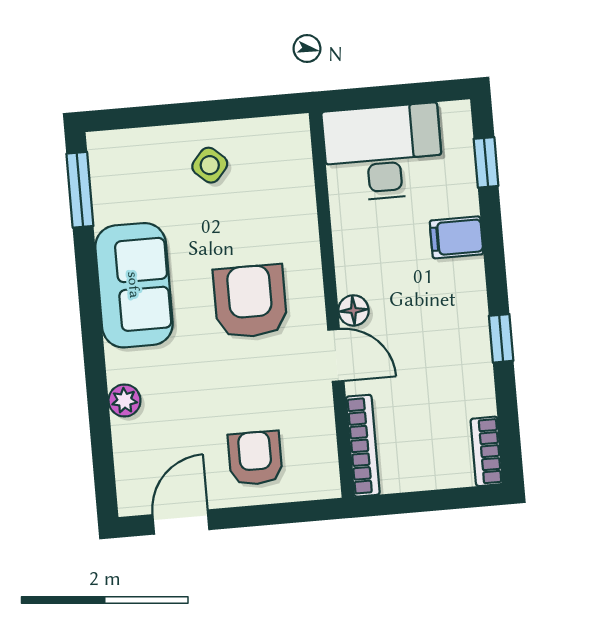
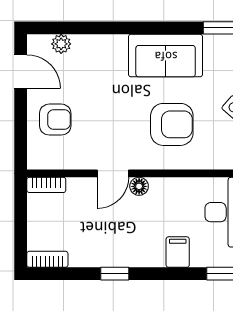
armchair: (250, 301) -> (172, 124), moved
plant: (124, 400) -> (61, 44), moved
bookcase: (363, 446) -> (46, 185), width x0.64

